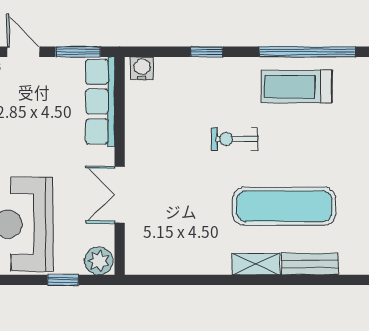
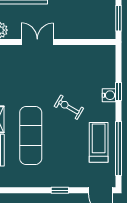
water cooler: (142, 68) -> (109, 95), moved
row of seats: (100, 102) -> (90, 31), removed
exercise bike: (235, 139) -> (69, 107), turned -60

